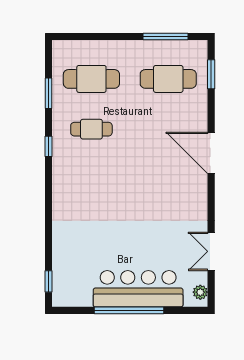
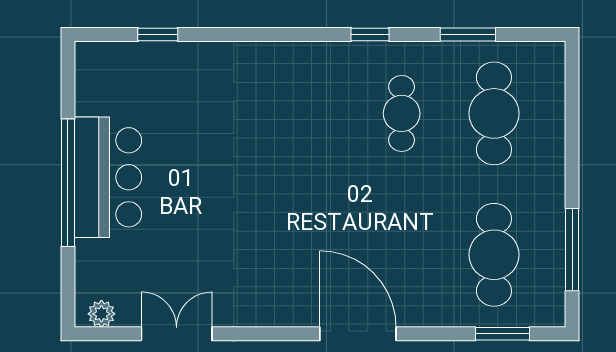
door: (211, 153) -> (358, 334), hinge flipped
window: (49, 281) -> (158, 34), moved
bar counter: (138, 289) -> (108, 177), width x0.73

